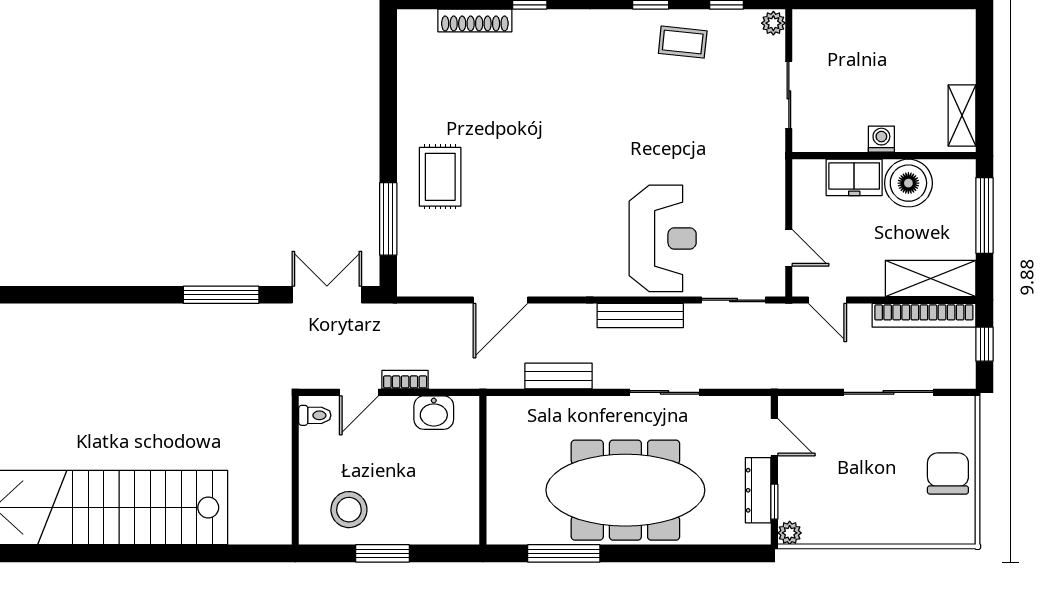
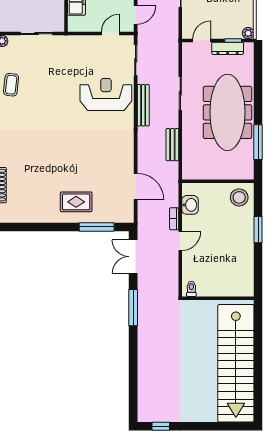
door: (500, 300) -> (136, 186), moved
door: (359, 392) -> (180, 241), hinge flipped
toilet: (315, 415) -> (191, 289), moved
wall: (295, 470) -> (218, 298), moved
stool: (349, 510) -> (239, 197), moved

